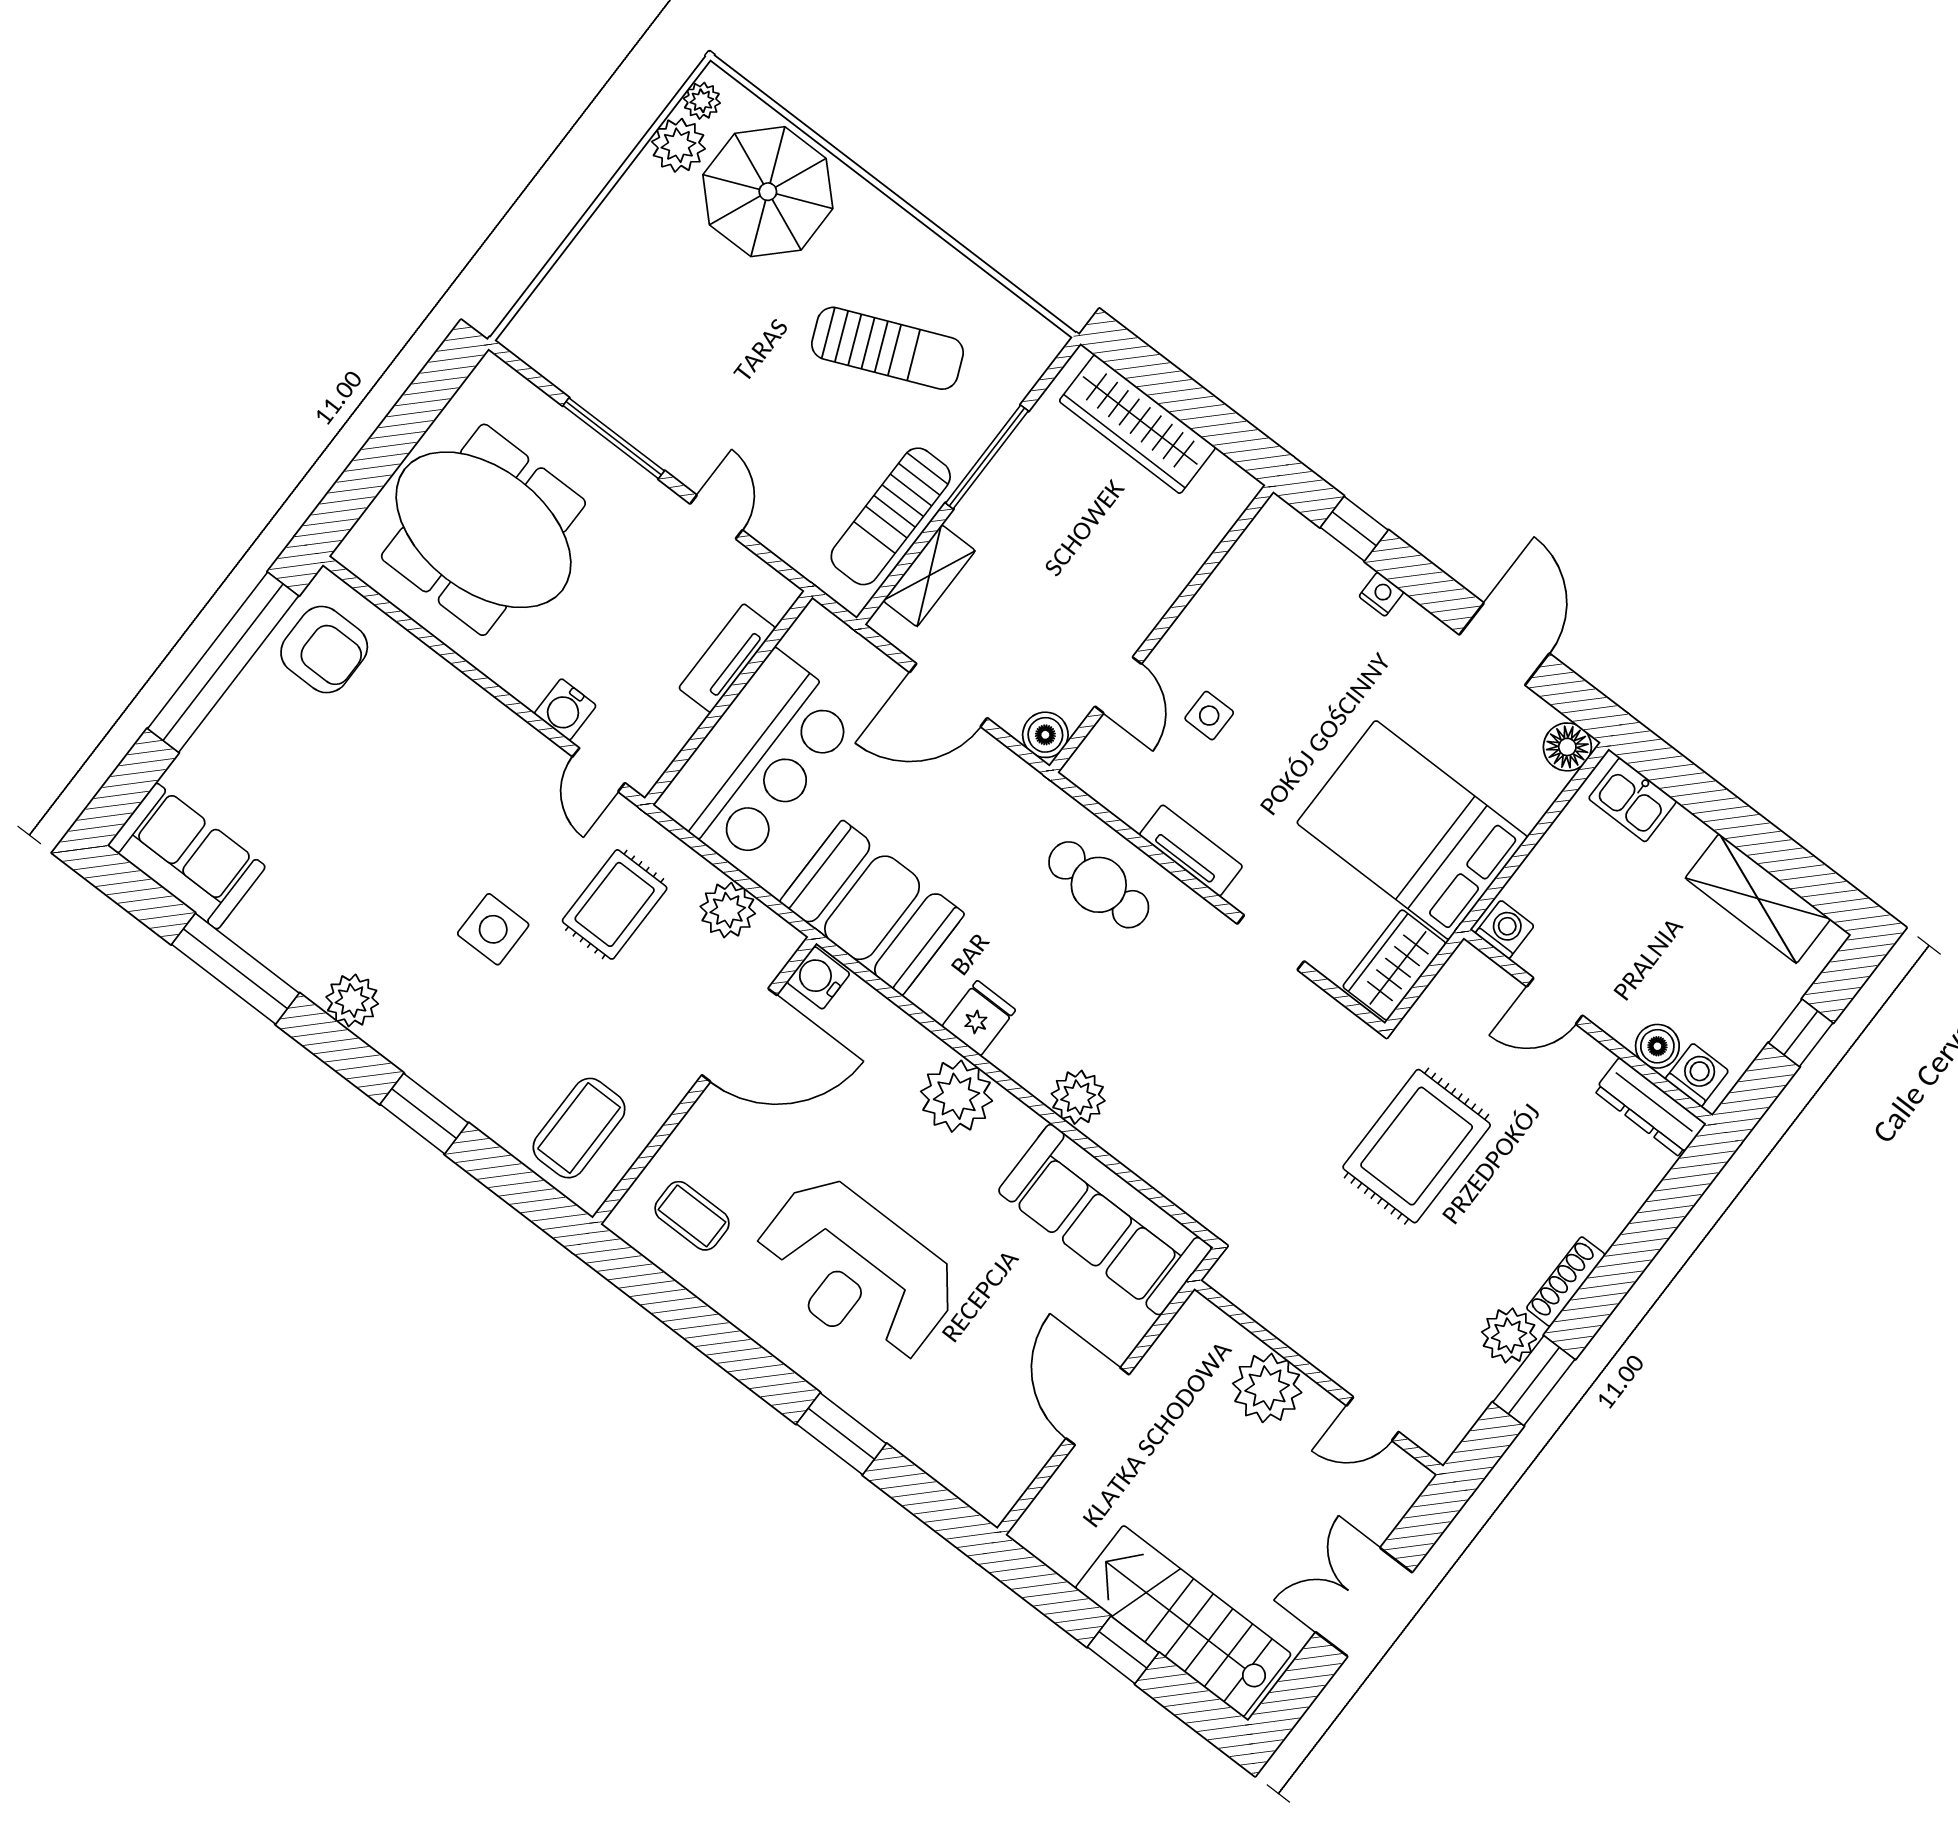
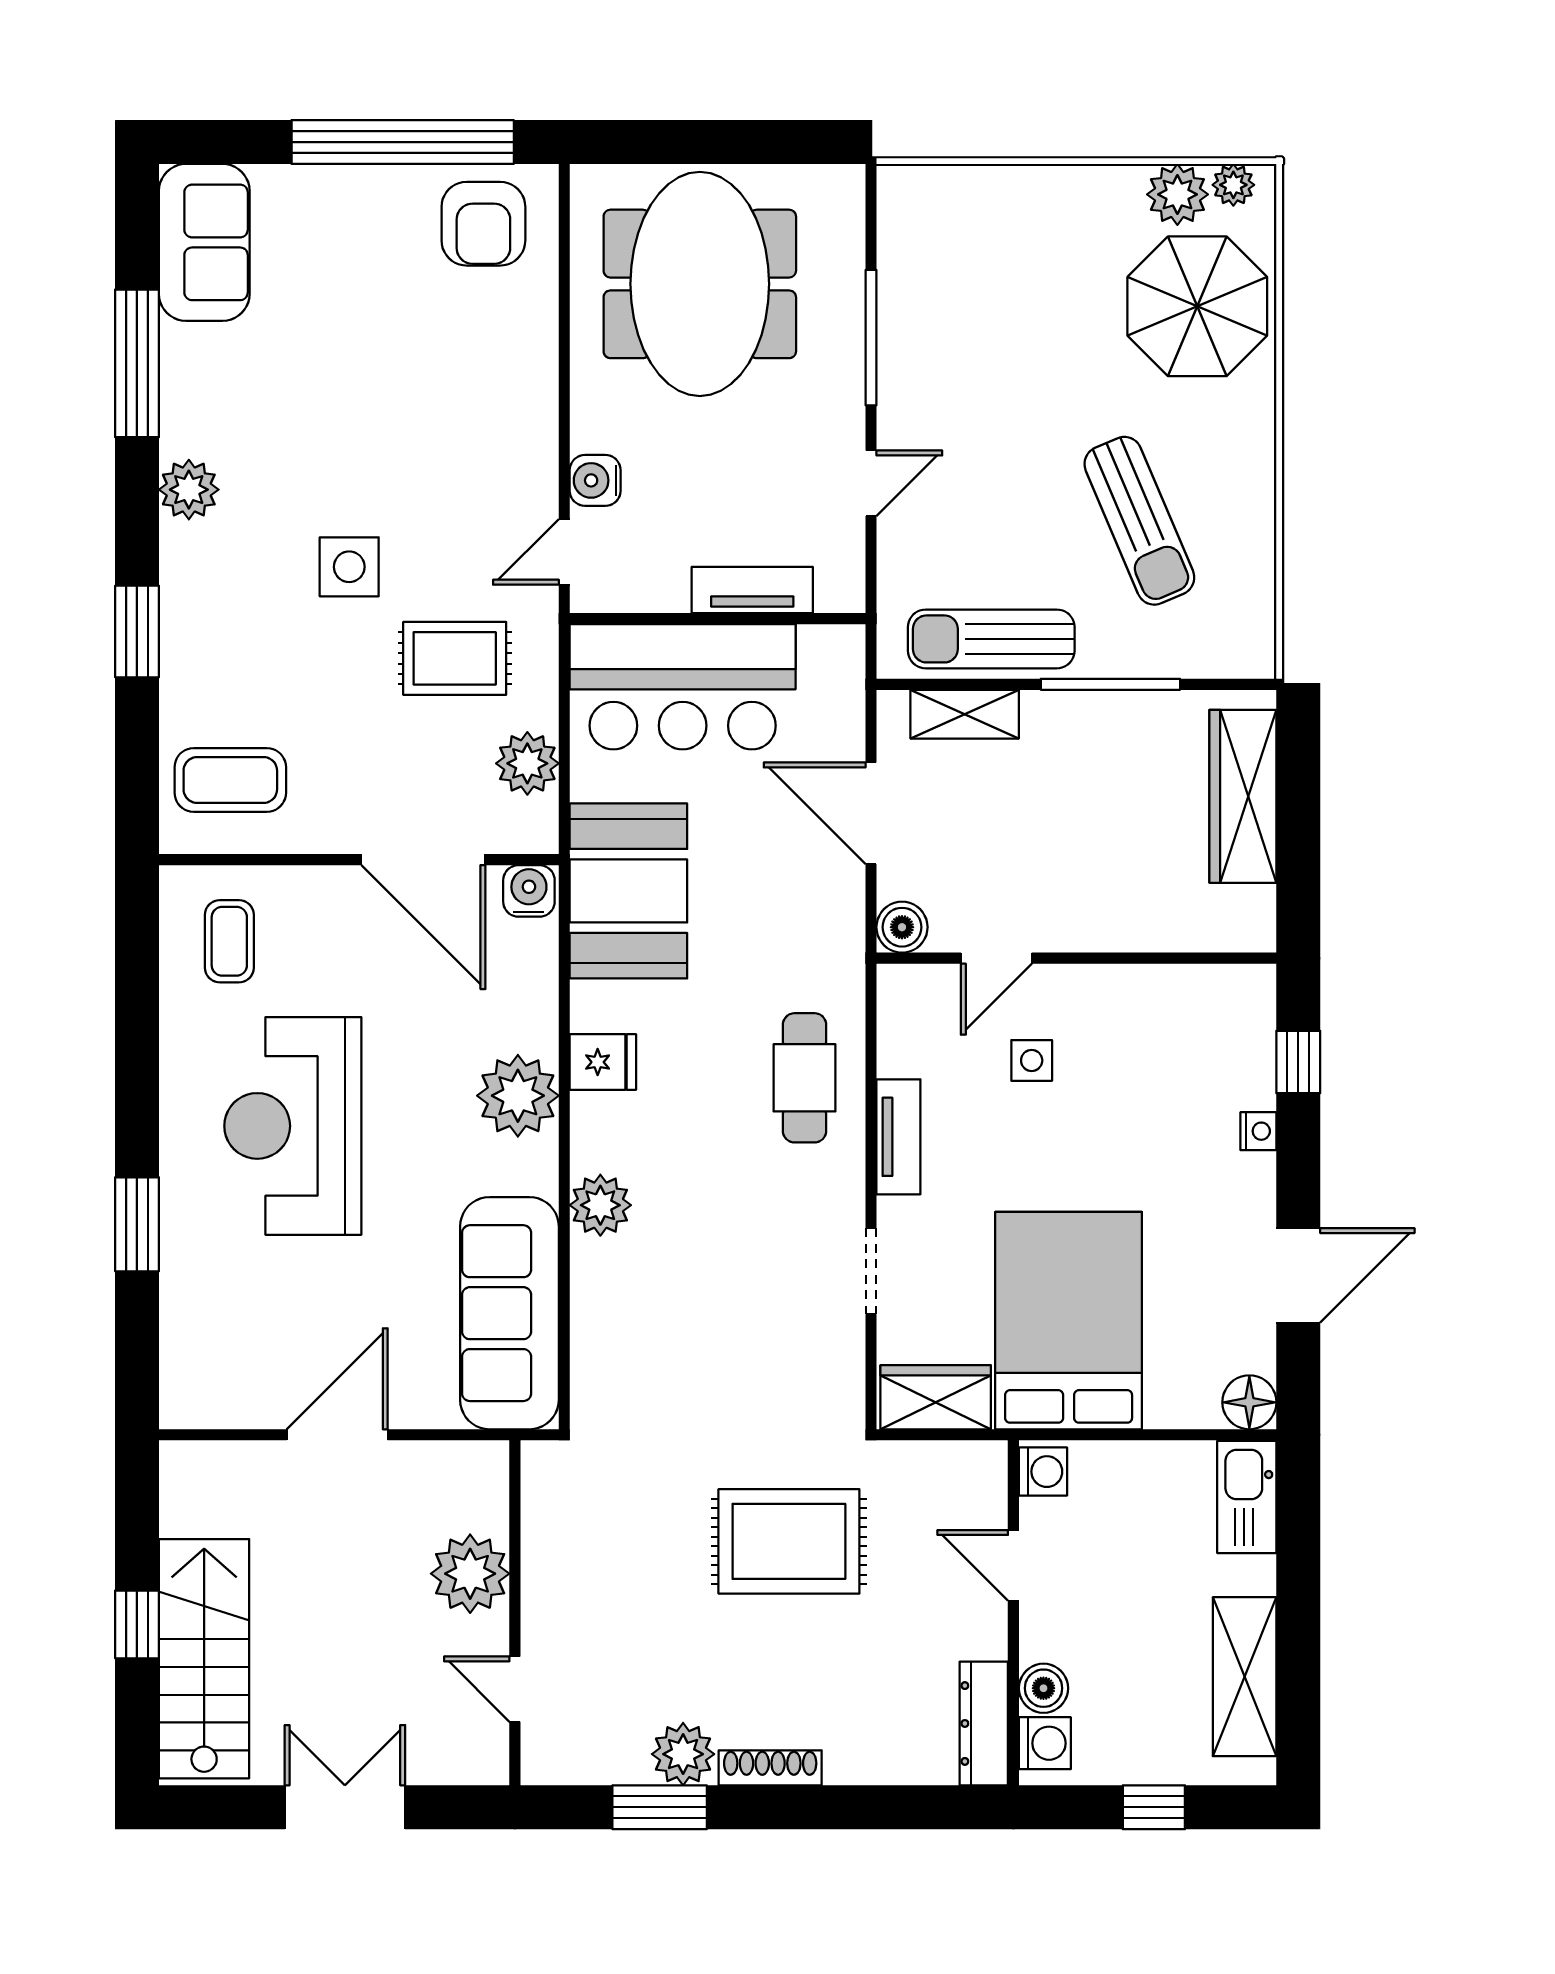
kitchen sink: (1633, 800) -> (1247, 1497), width x1.38

